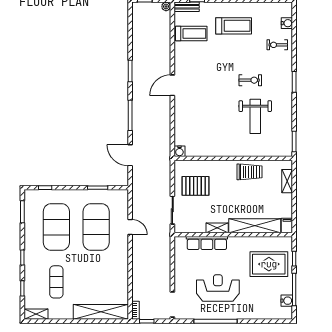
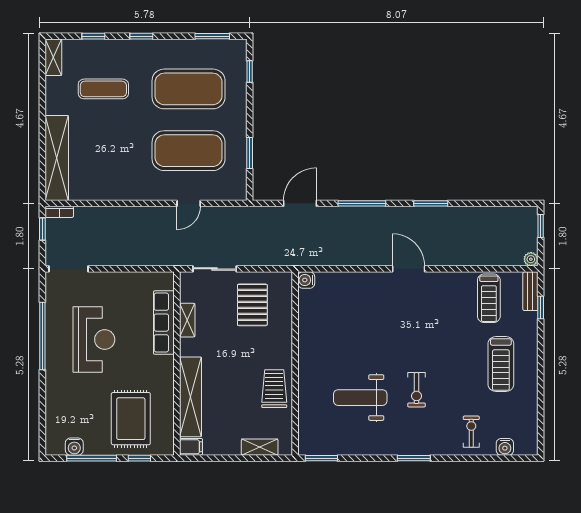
trolley: (249, 172) -> (274, 389), turned 180
shelving: (217, 228) -> (187, 320), moved

